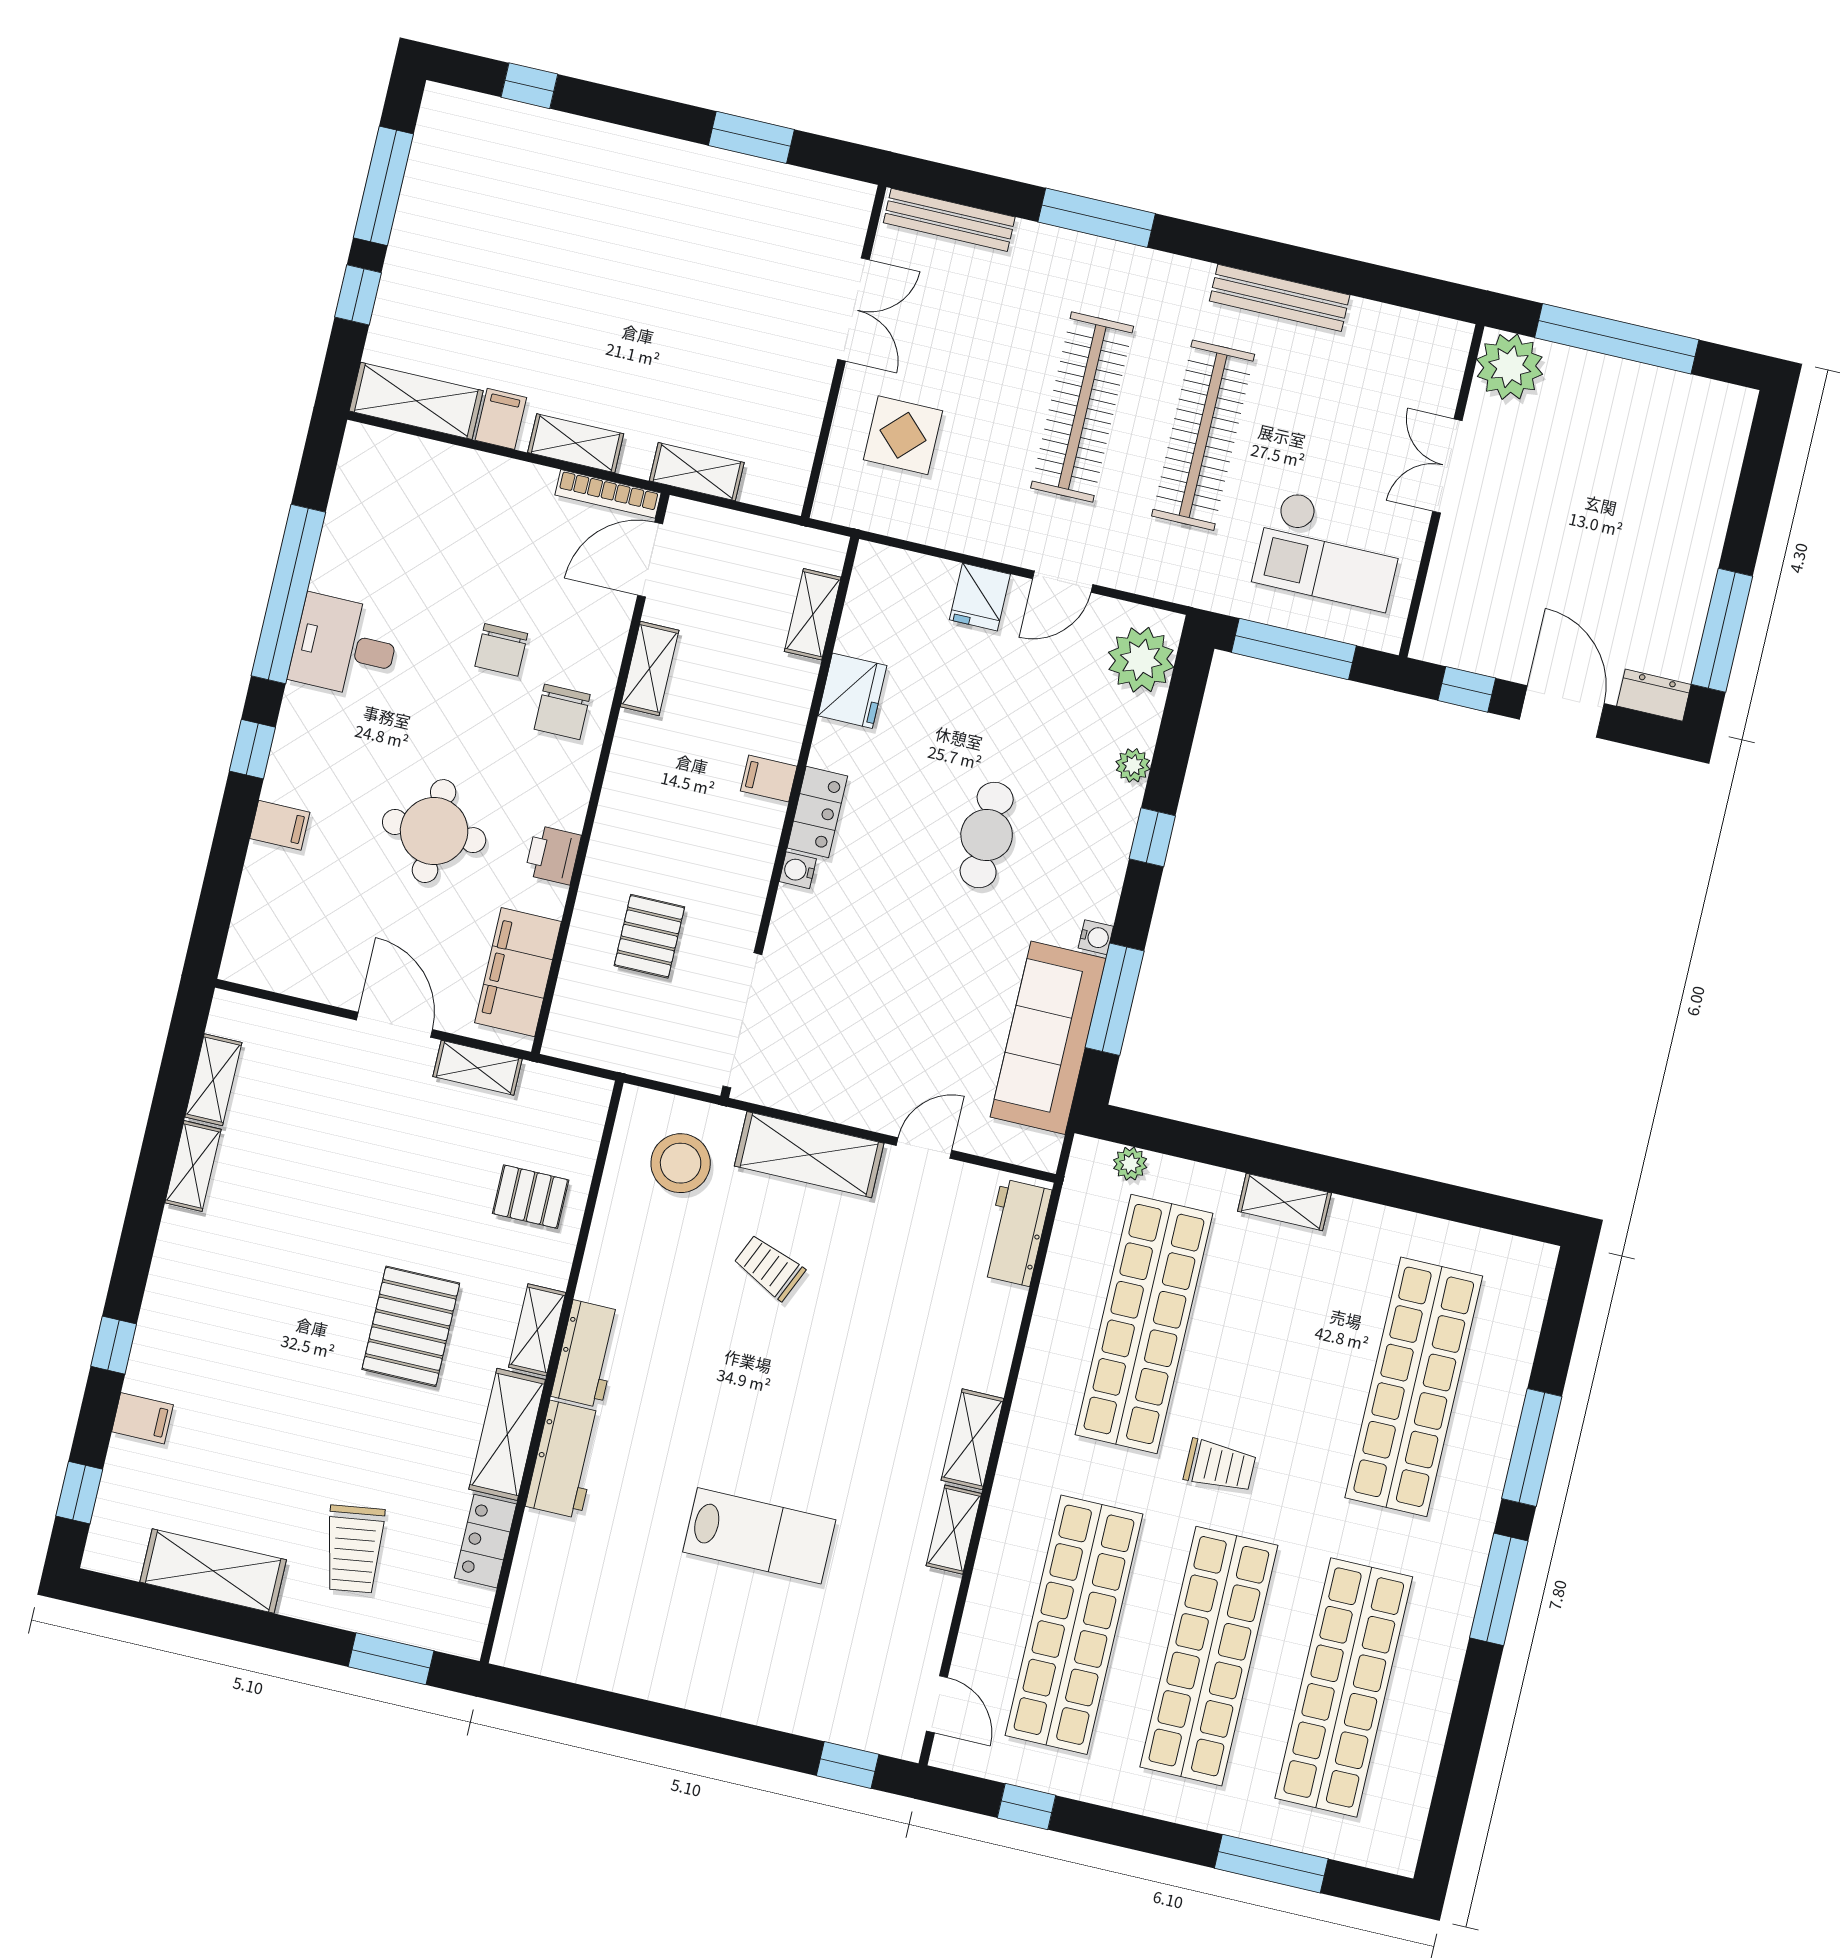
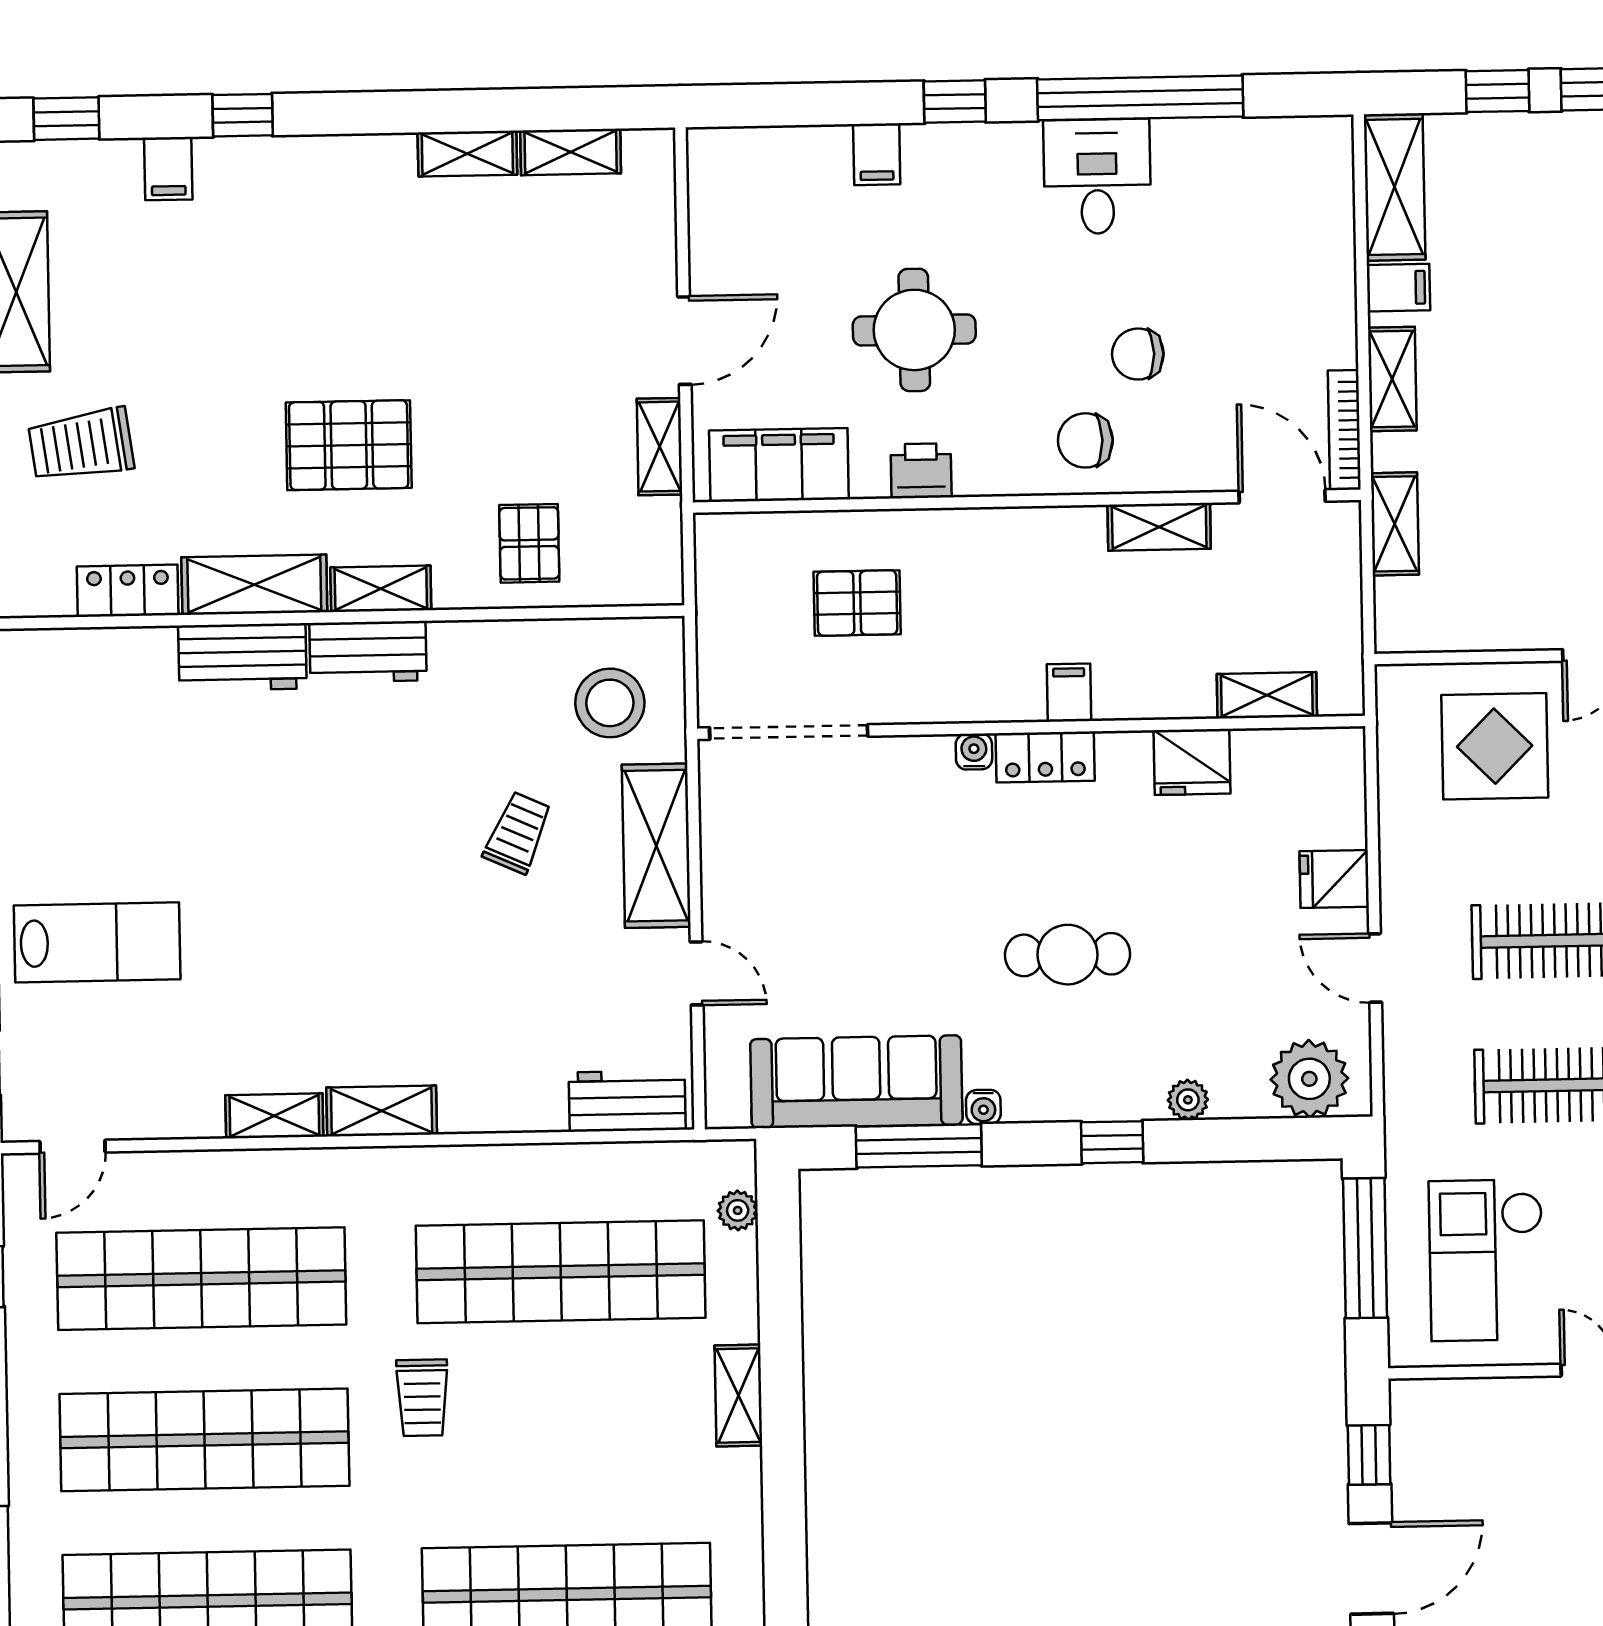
display table: (903, 435) -> (1495, 746), width x1.36, depth x1.36
lab bench: (759, 1536) -> (97, 942), moved, turned -90

